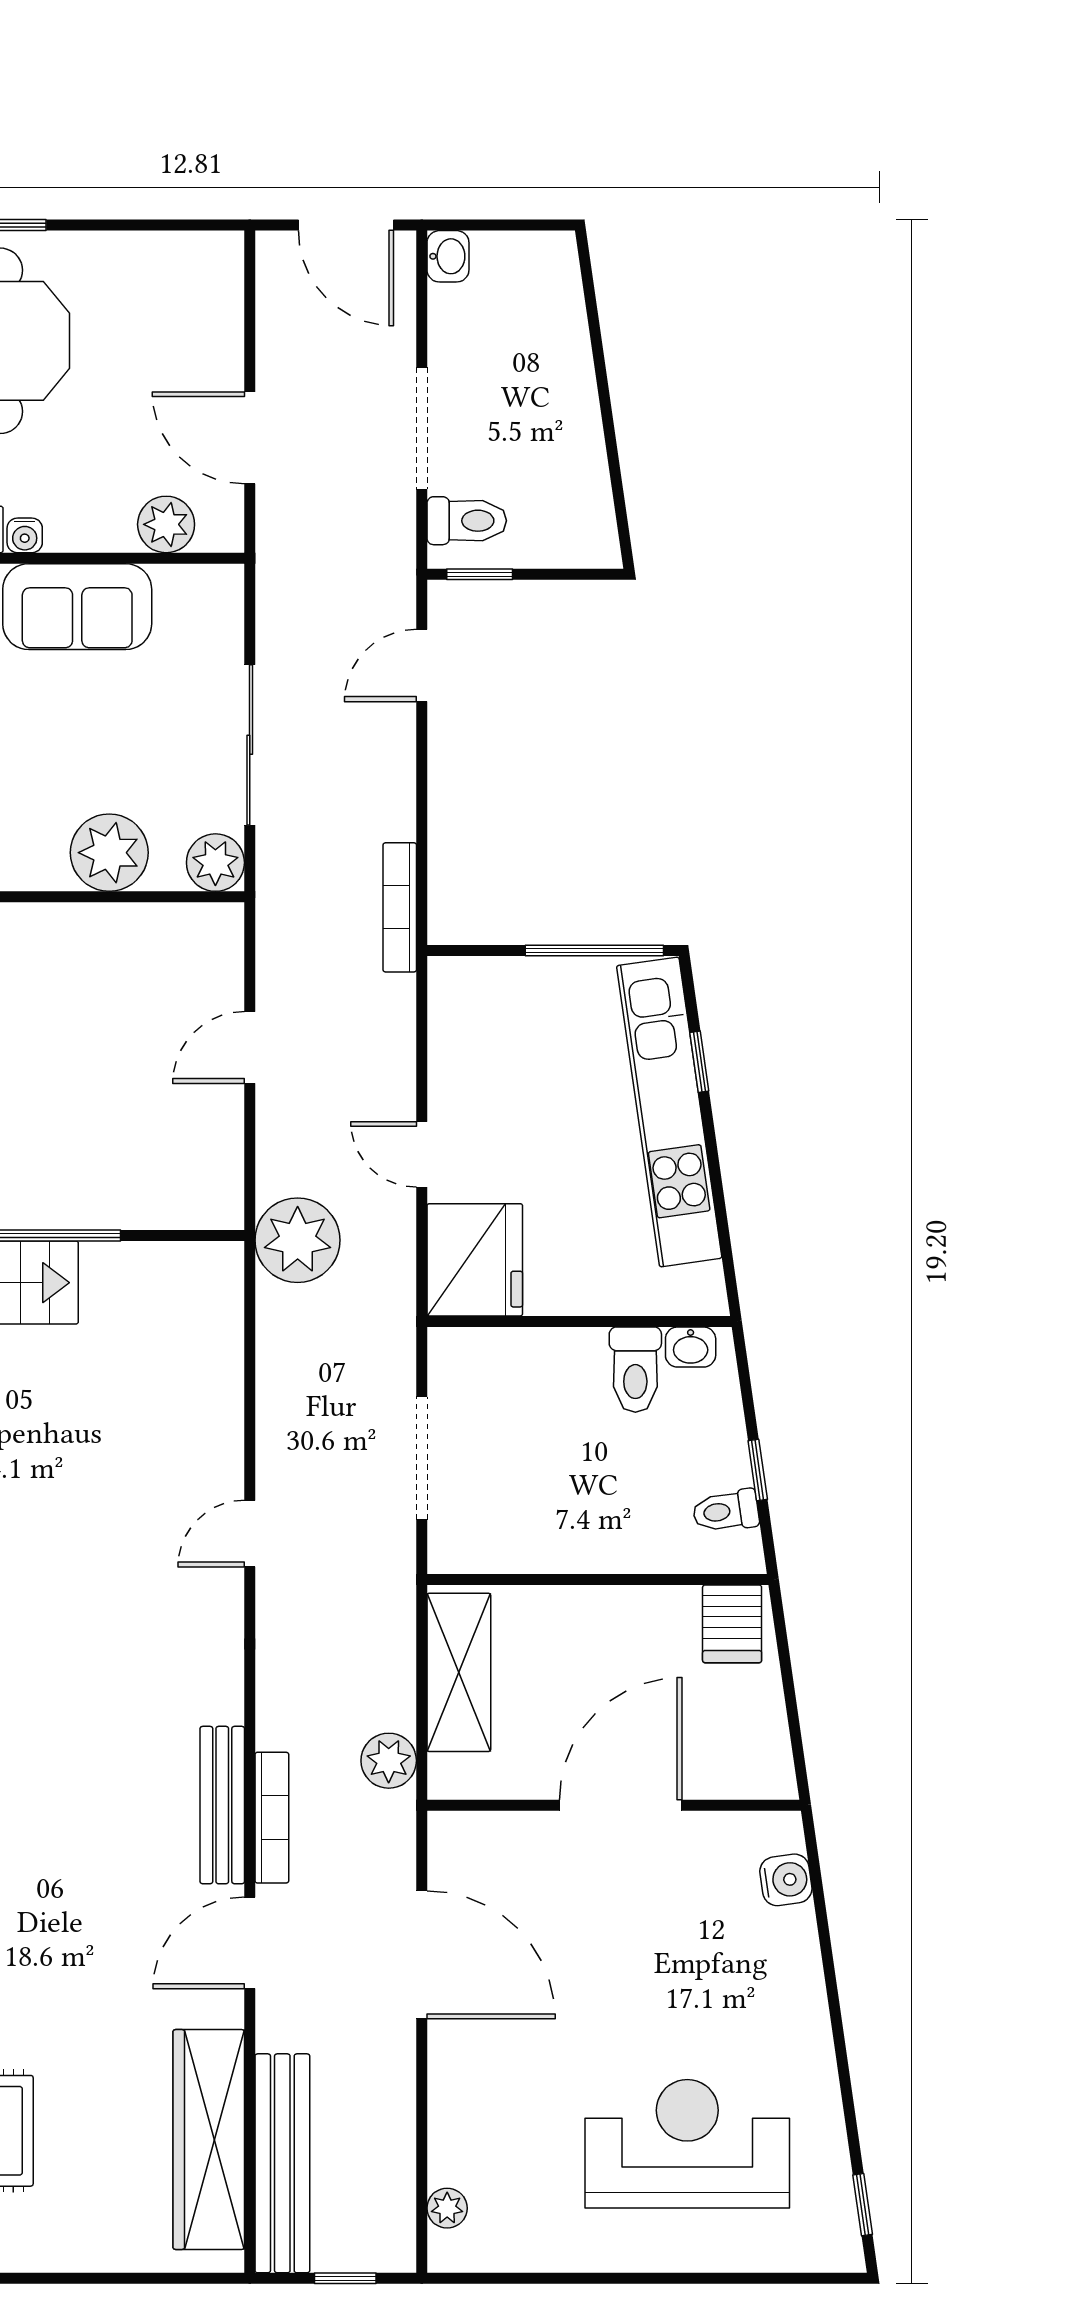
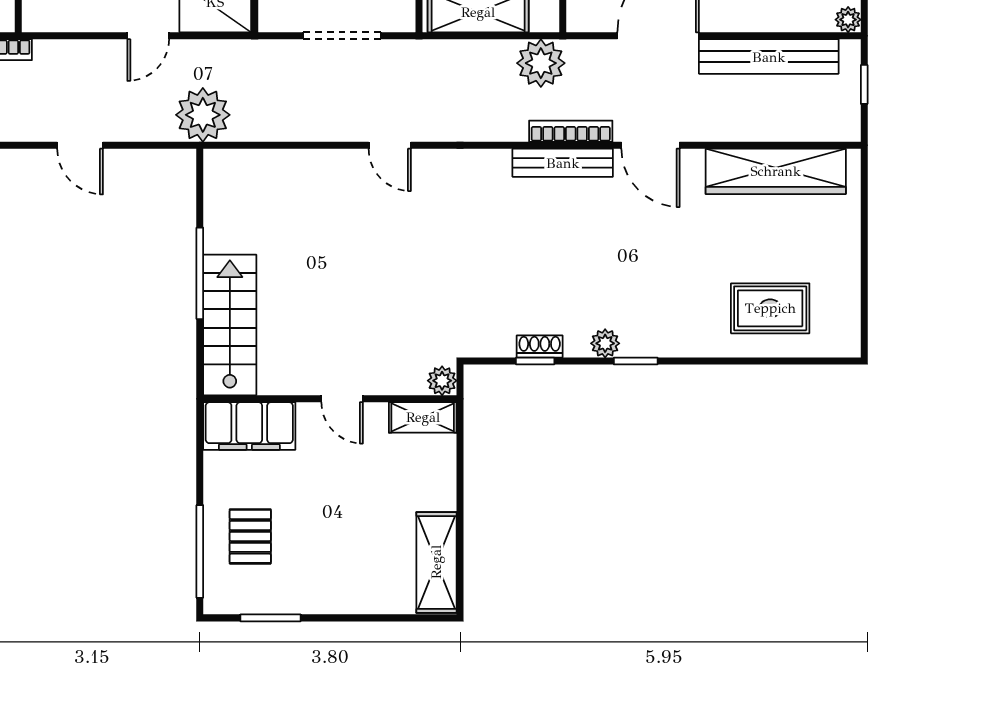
plant: (389, 1761) -> (541, 63), width x1.36, depth x1.36
bench: (282, 2163) -> (769, 57), moved
plant: (447, 2208) -> (848, 20), moved

